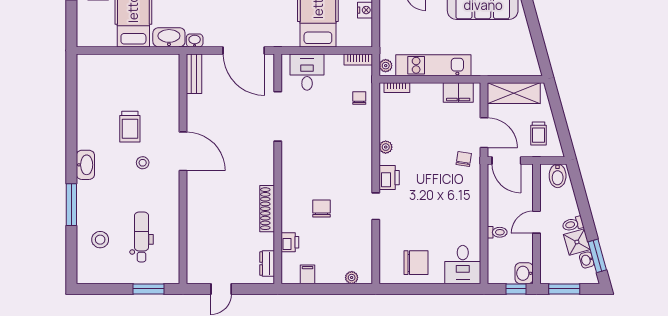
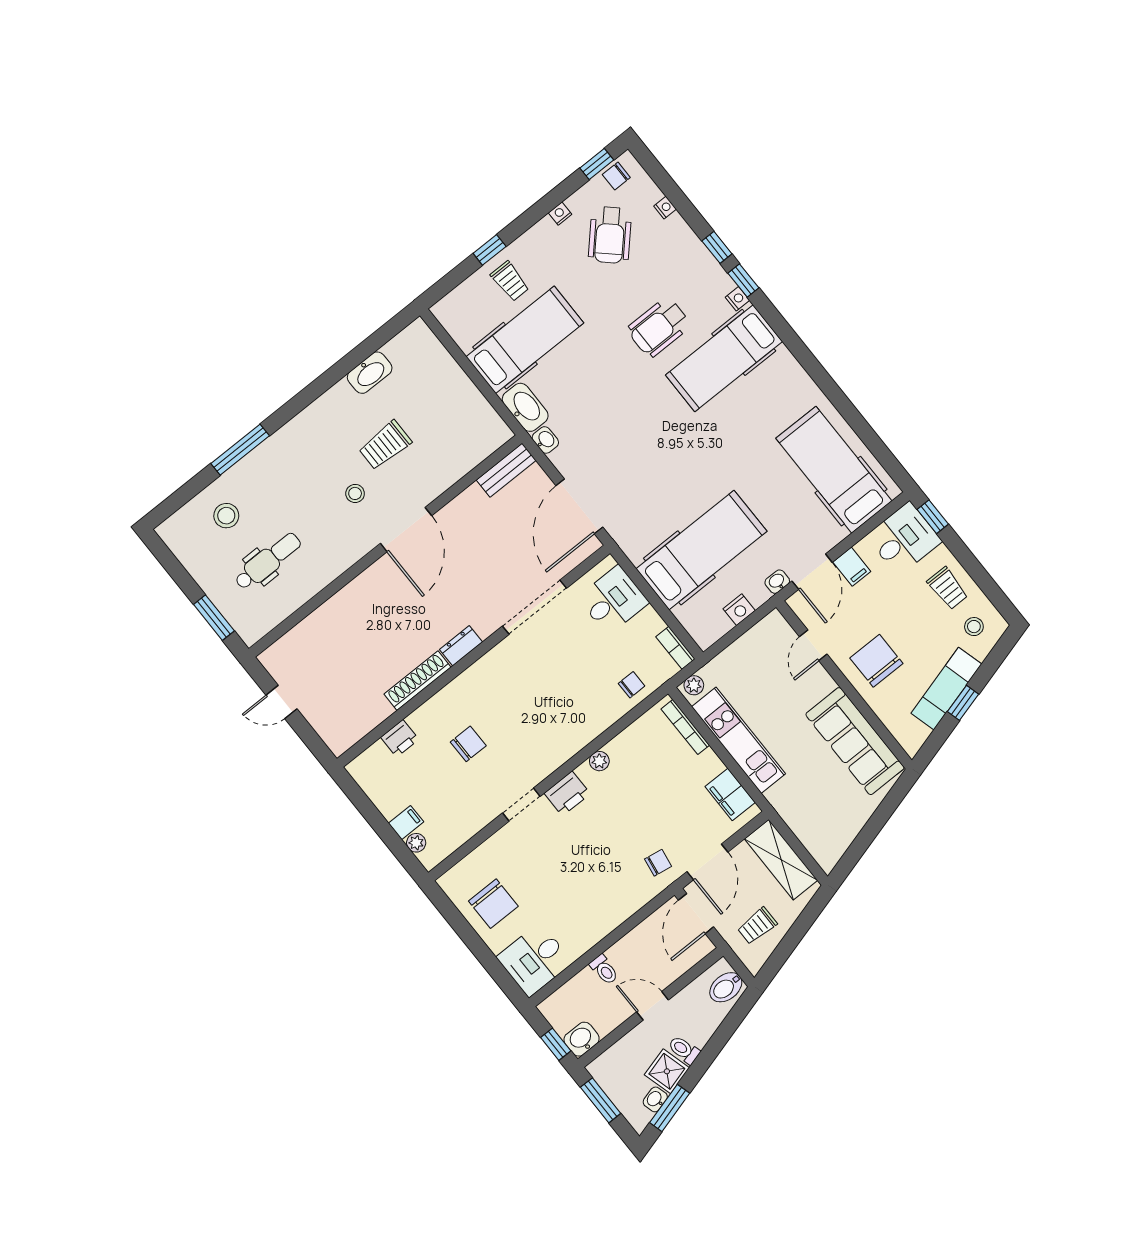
bookcase: (397, 88) -> (685, 727), width x1.56
washbasin: (85, 165) -> (370, 373), moved
dresser: (267, 264) -> (461, 646), moved
filing cabinet: (308, 274) -> (406, 823), moved

